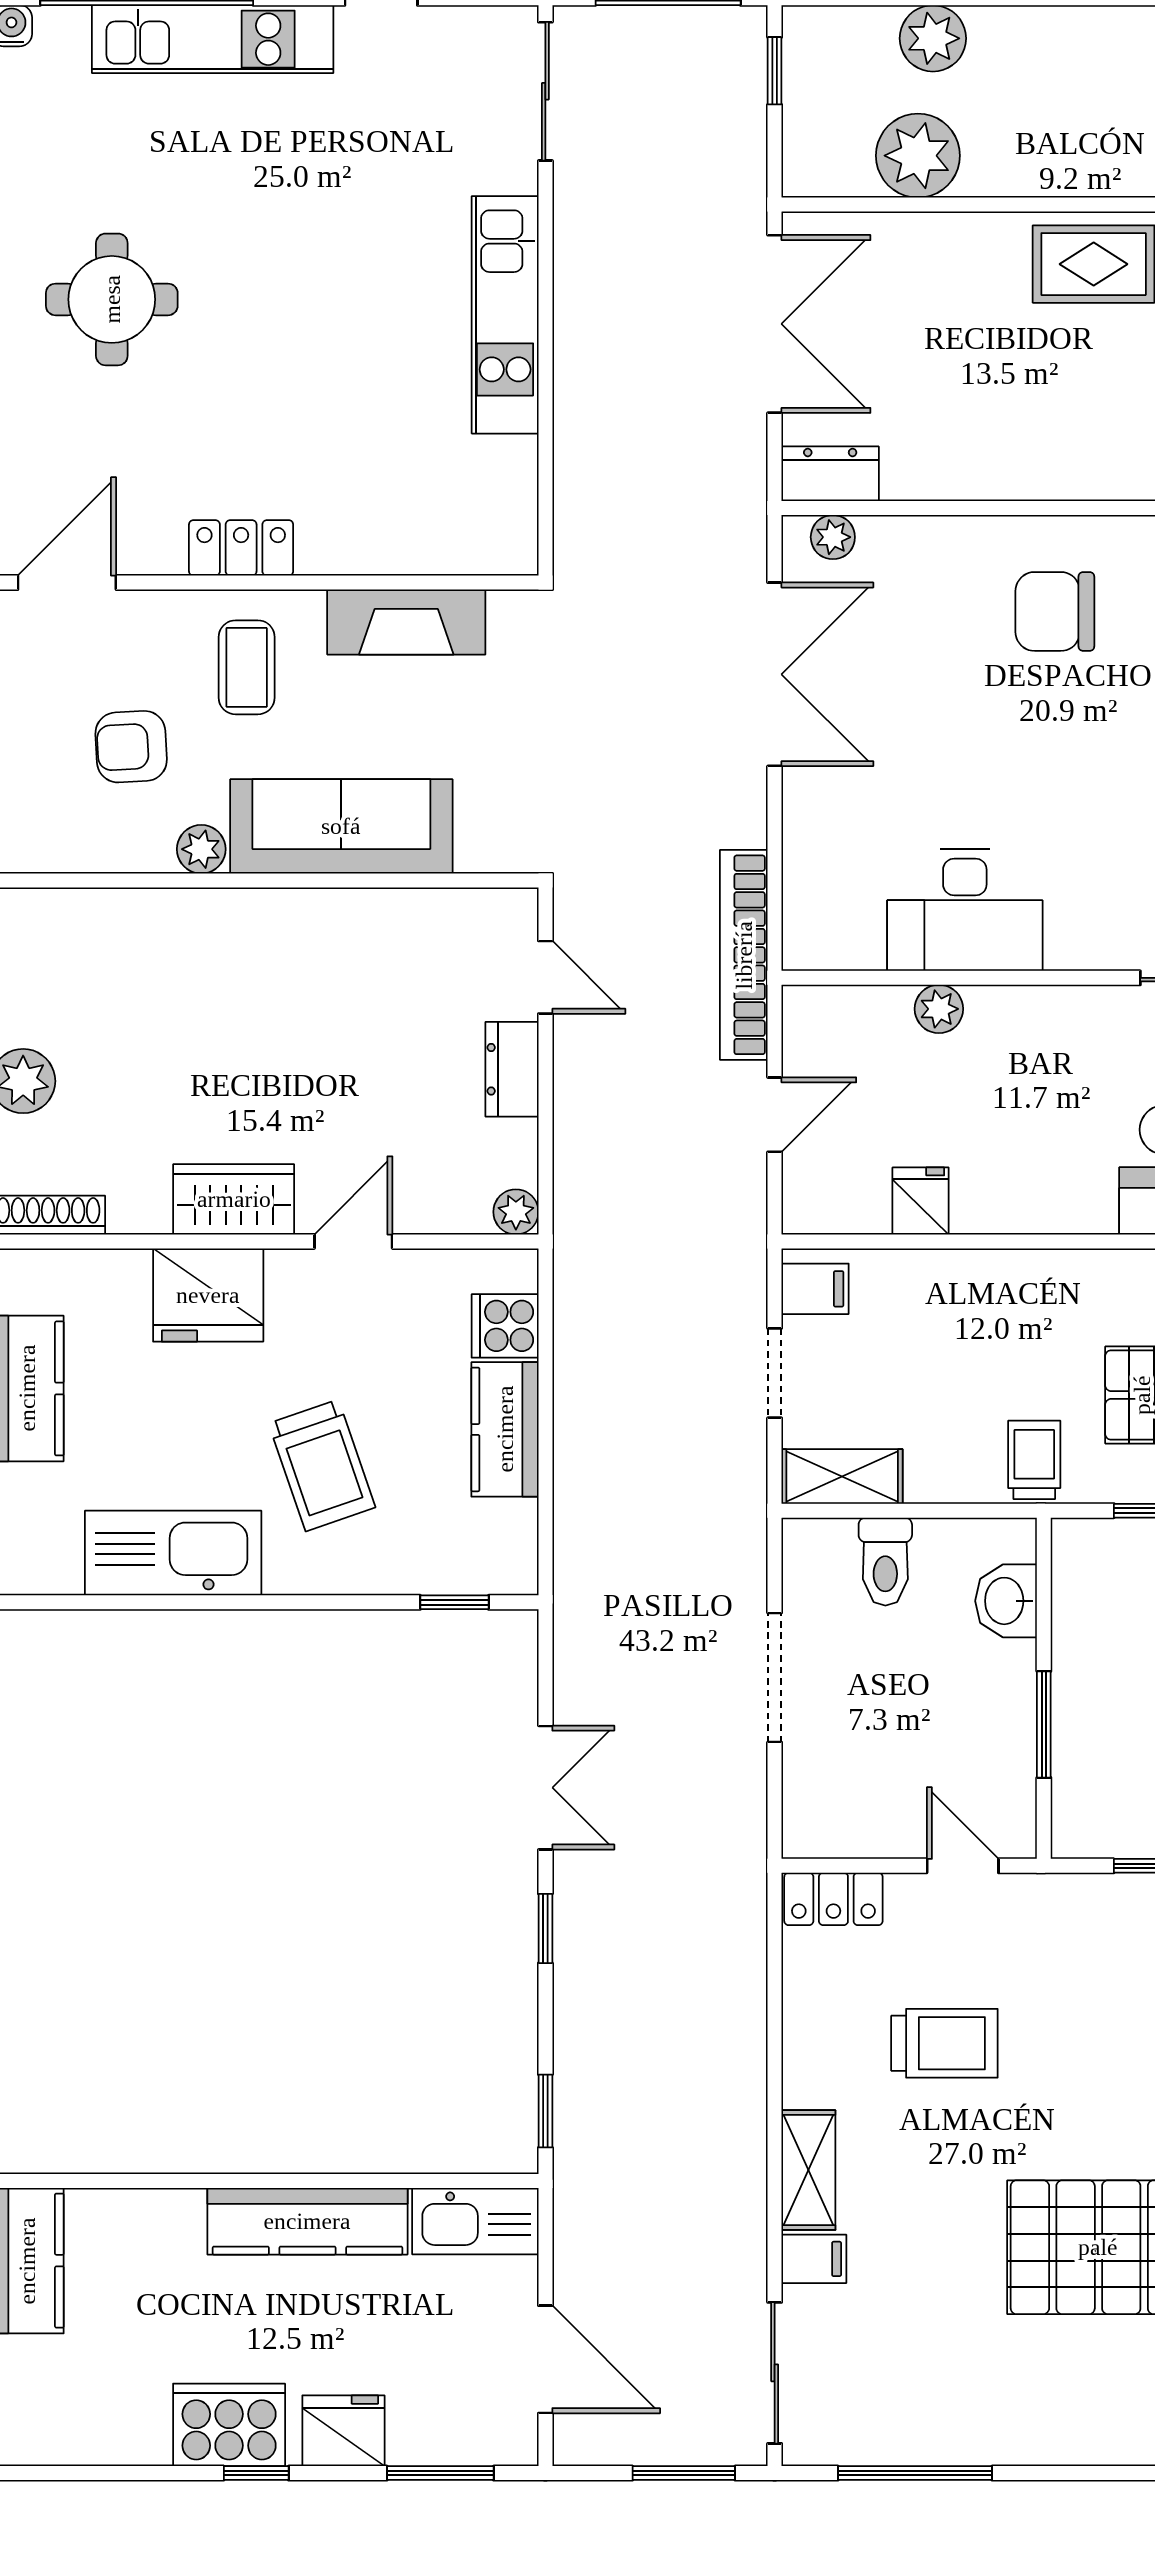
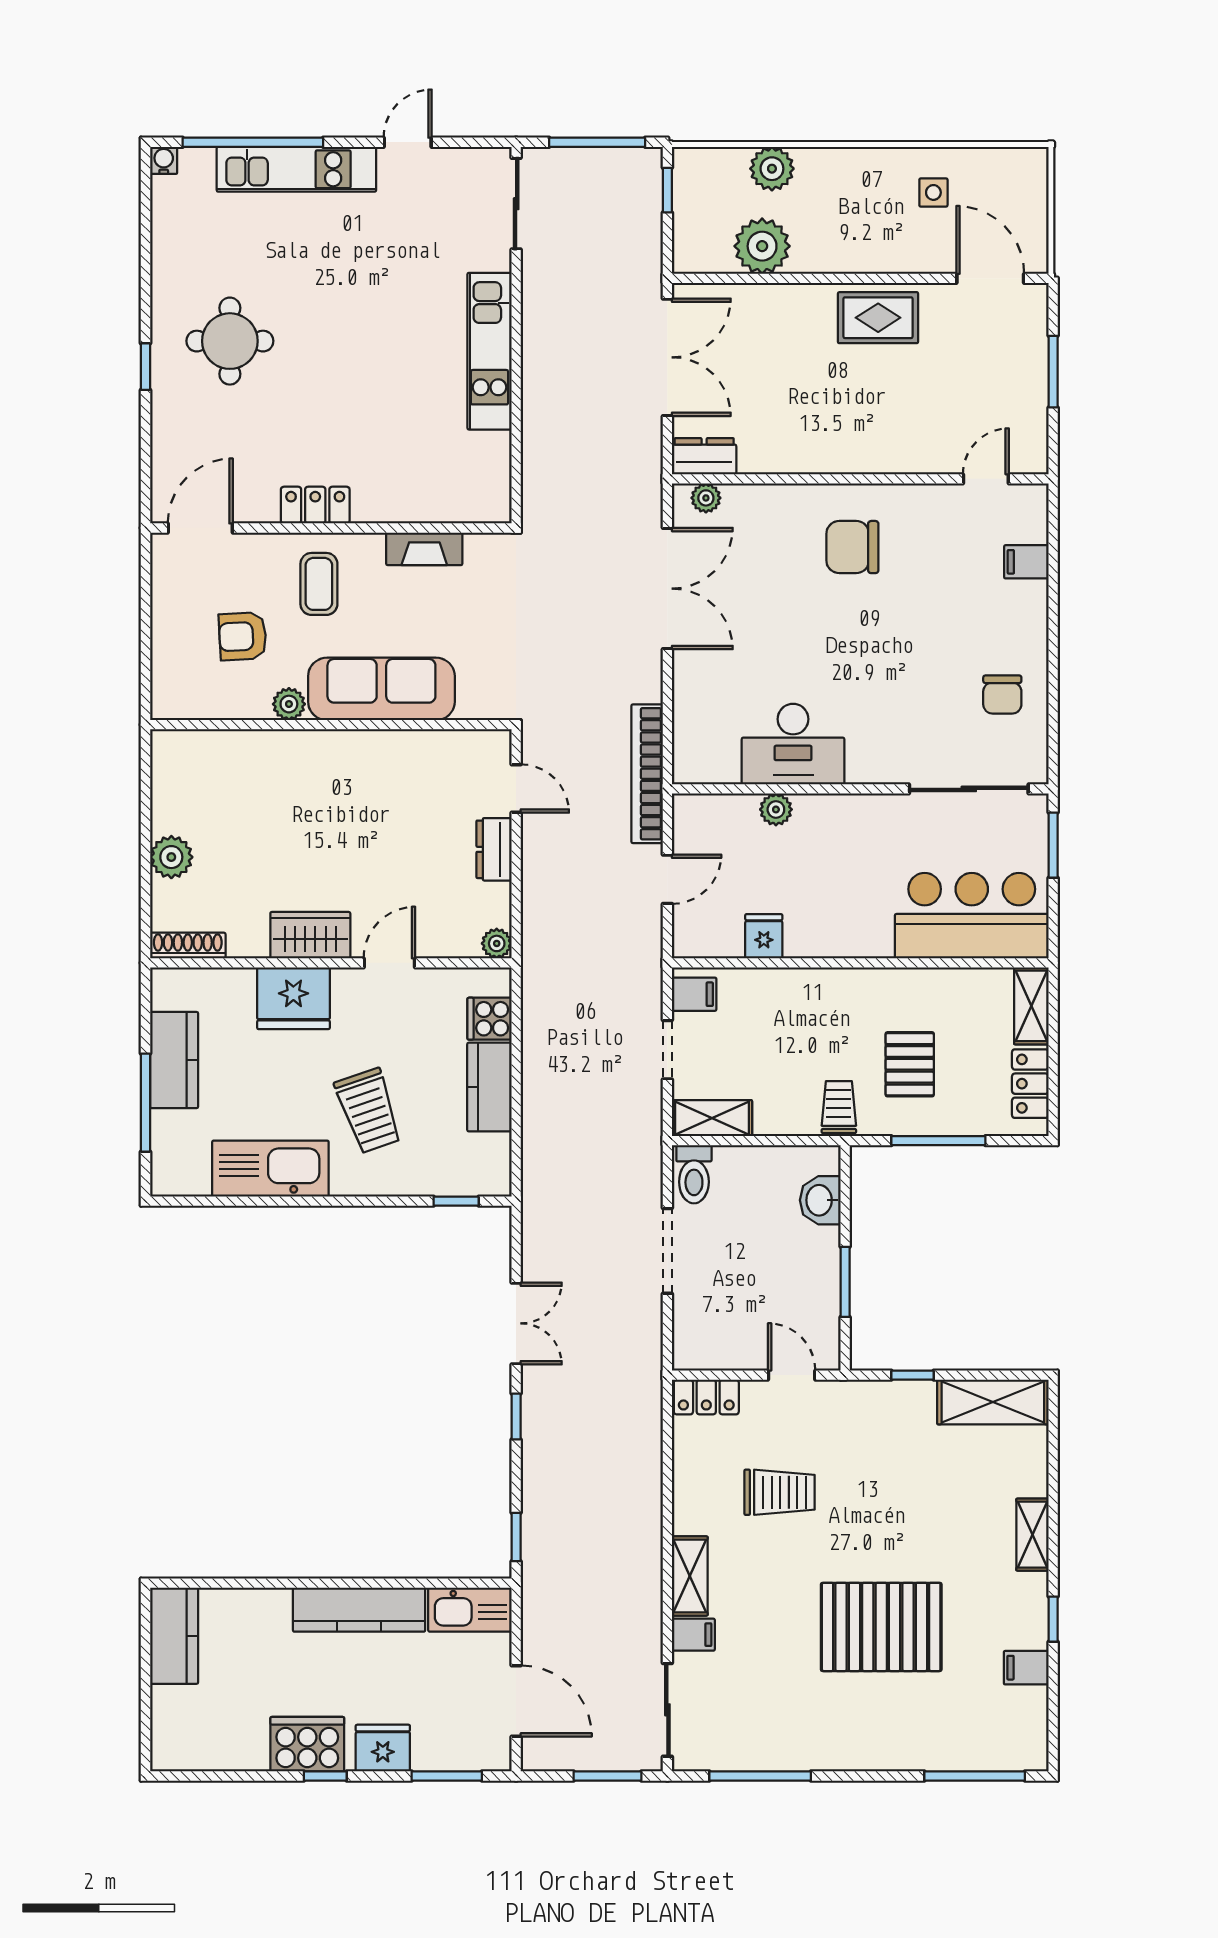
fireplace: (406, 622) -> (424, 549), width x0.73, depth x0.76
toilet: (885, 1562) -> (694, 1174), moved

